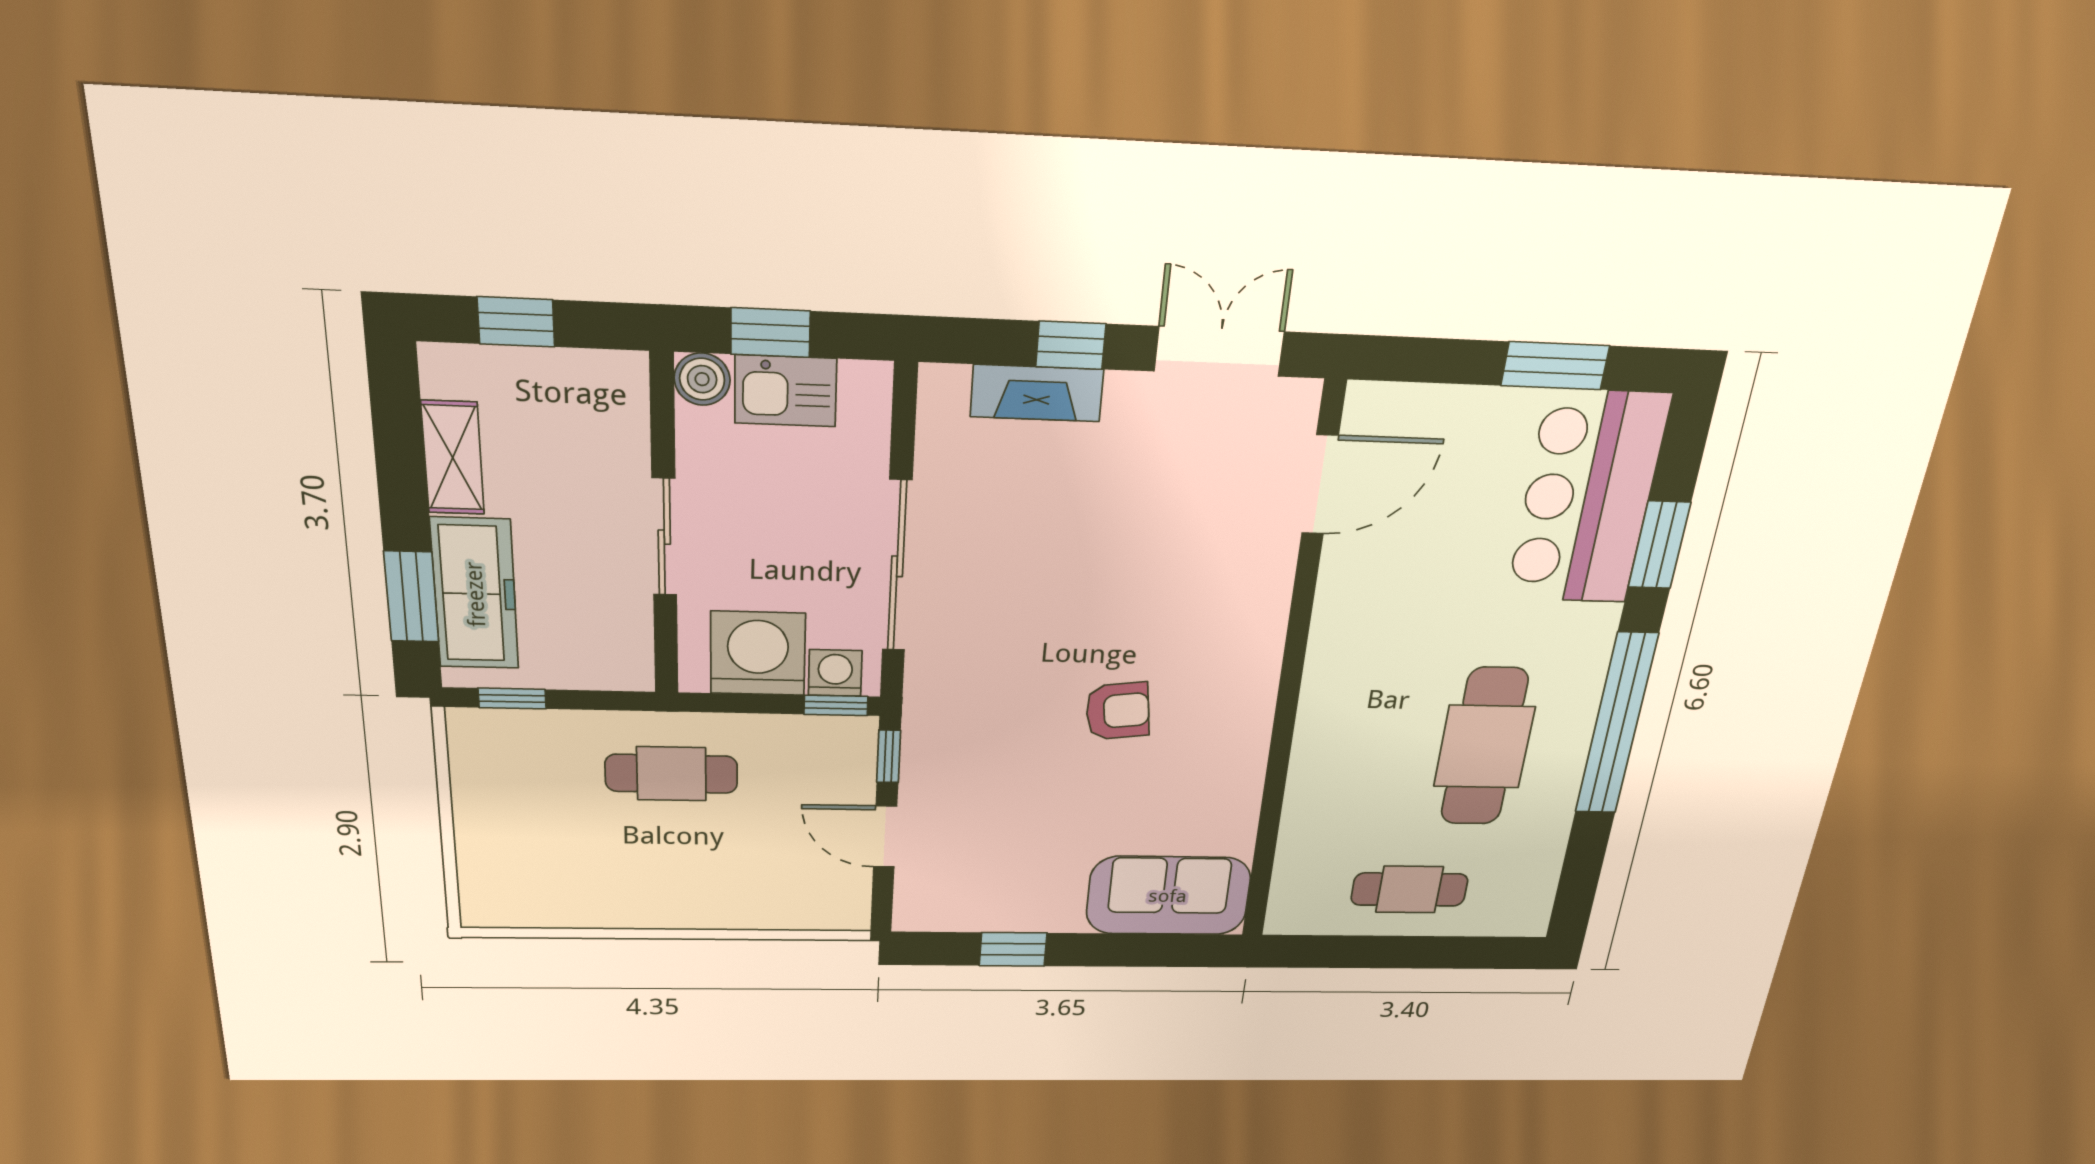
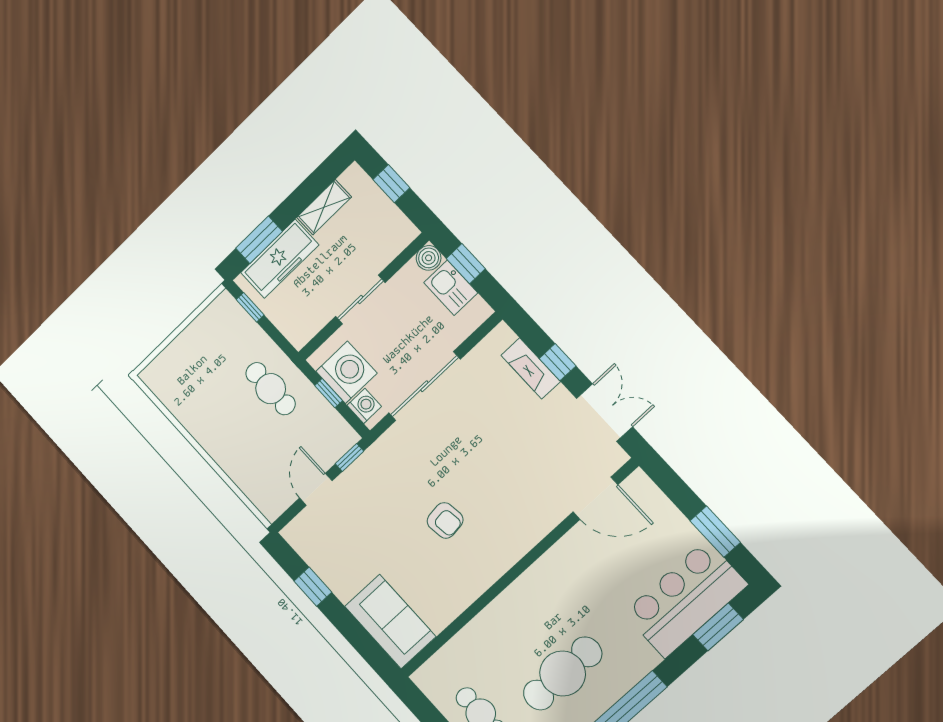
window: (1659, 545) -> (718, 627), moved
window: (836, 705) -> (329, 393), moved

